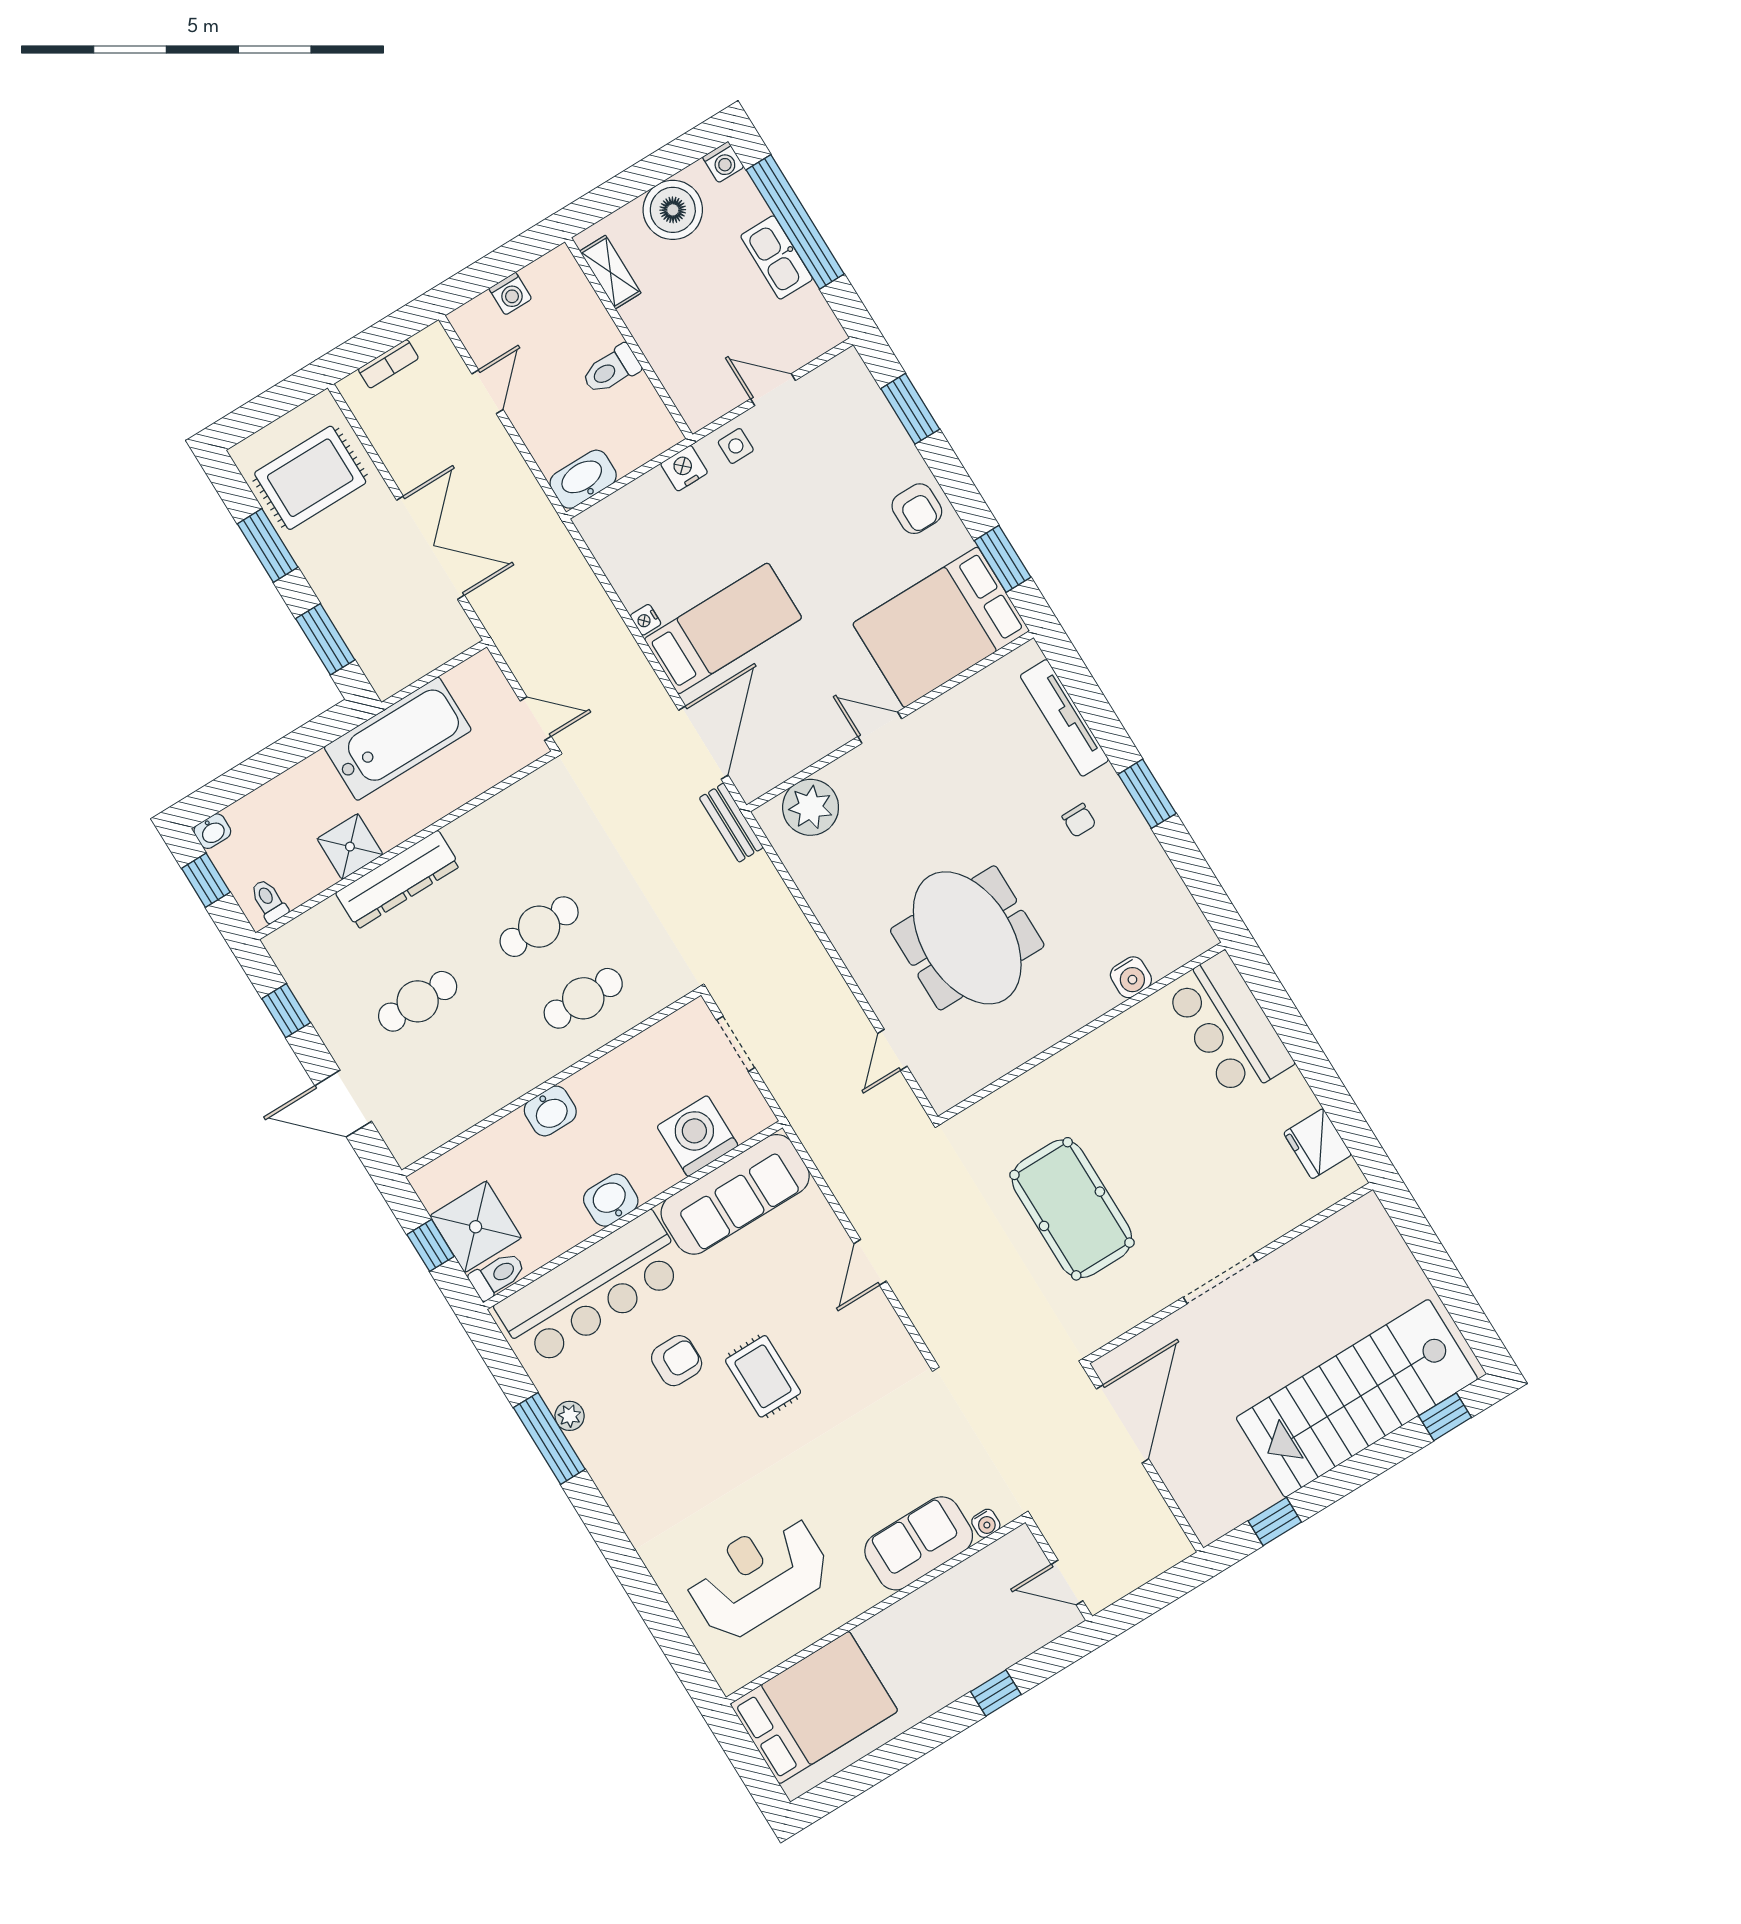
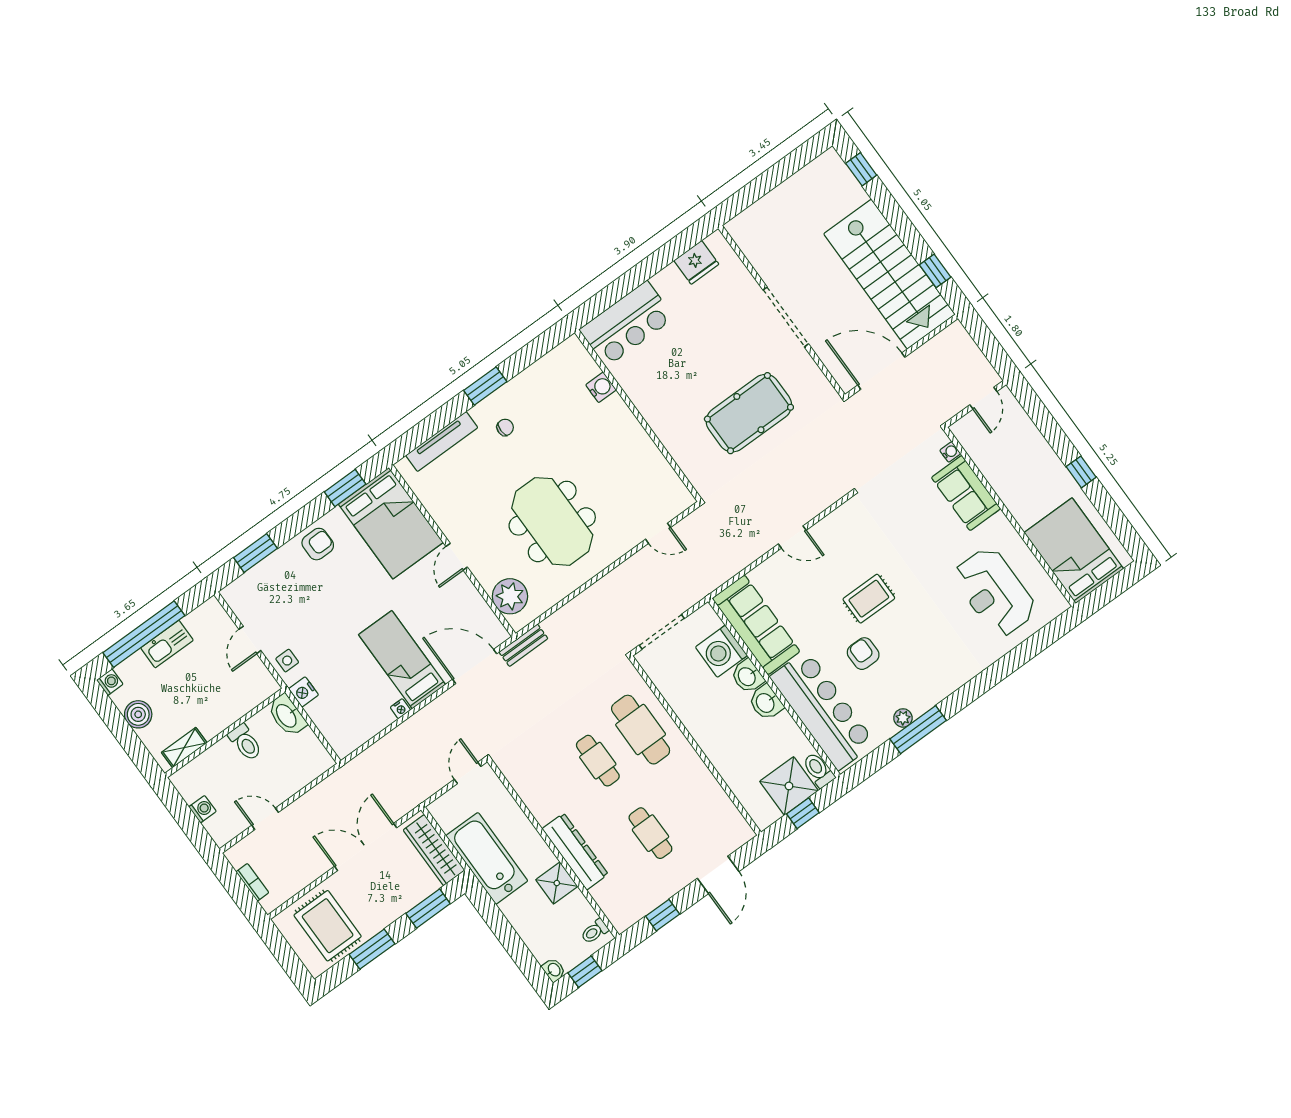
boiler: (673, 210) -> (138, 714), width x0.73, depth x0.73
washbasin: (583, 479) -> (287, 715), moved
wardrobe: (417, 656) -> (434, 850), added
meeting table: (967, 938) -> (552, 521), moved, turned 90
cafe table: (583, 998) -> (641, 730), width x1.37, depth x1.35
doorway: (736, 1044) -> (662, 632), width x1.38
washbasin: (550, 1111) -> (747, 676), moved, turned 180
doorway: (1220, 1279) -> (786, 317), width x1.36
stairs: (1357, 1398) -> (889, 274), moved
window: (996, 1693) -> (1081, 472), moved

